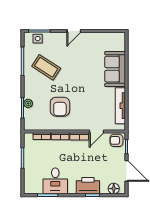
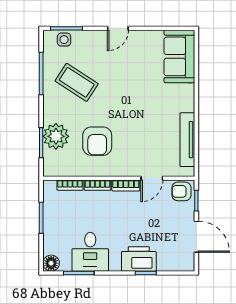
sofa: (115, 69) -> (179, 56), moved
plant: (28, 103) -> (56, 136), width x1.88, depth x1.88
floor lamp: (114, 189) -> (51, 263), moved

